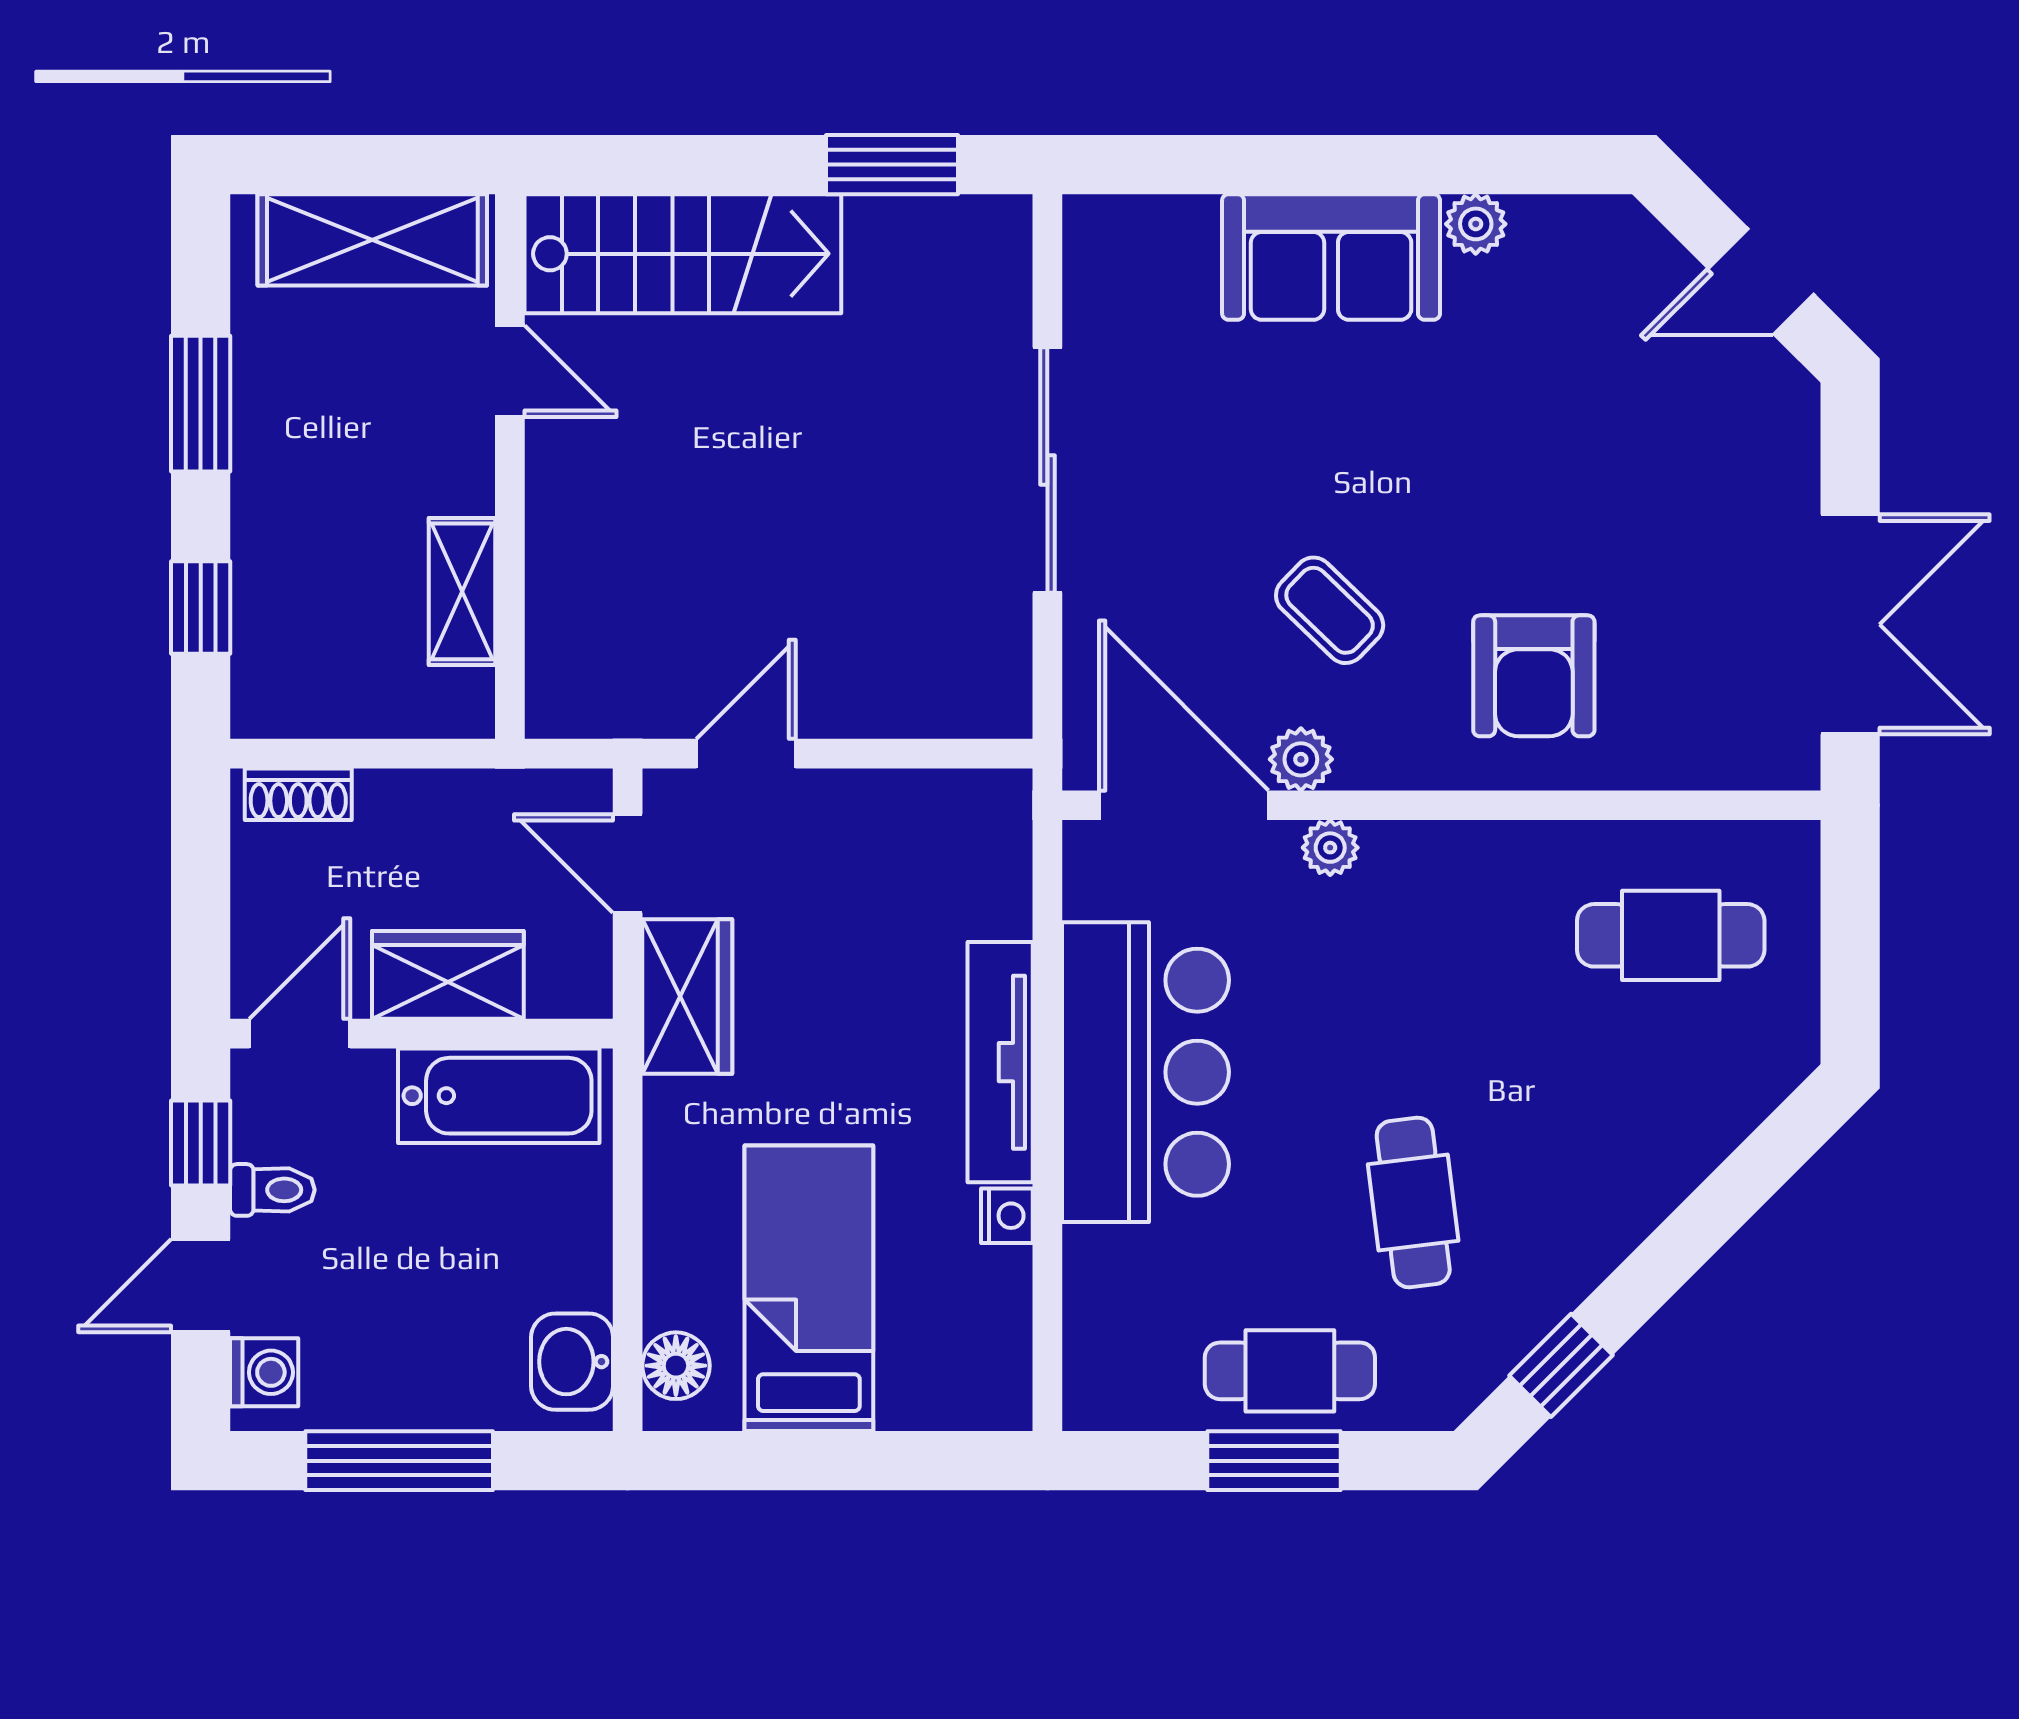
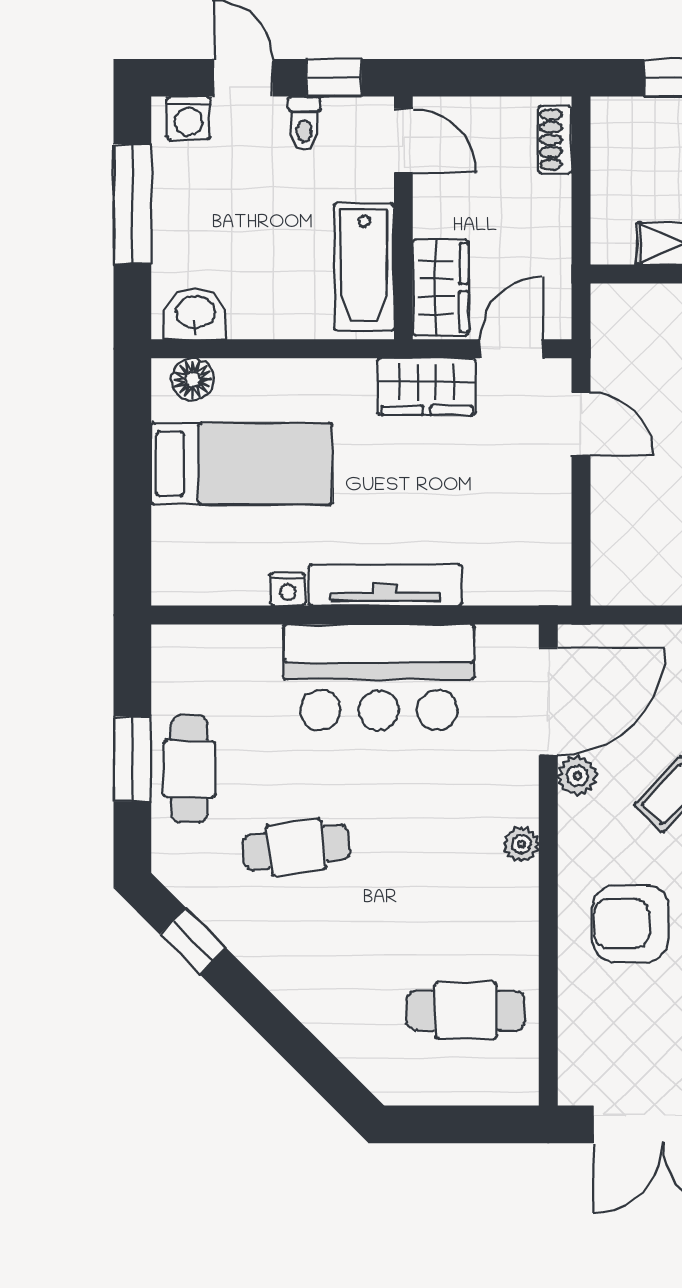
plant: (1330, 848) -> (521, 844), moved
cafe table: (1671, 935) -> (466, 1011), turned 90
wardrobe: (448, 975) -> (441, 287), moved

